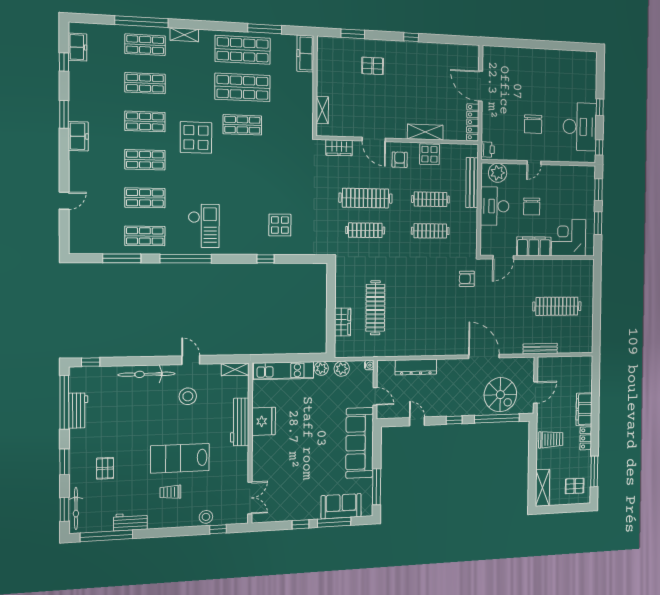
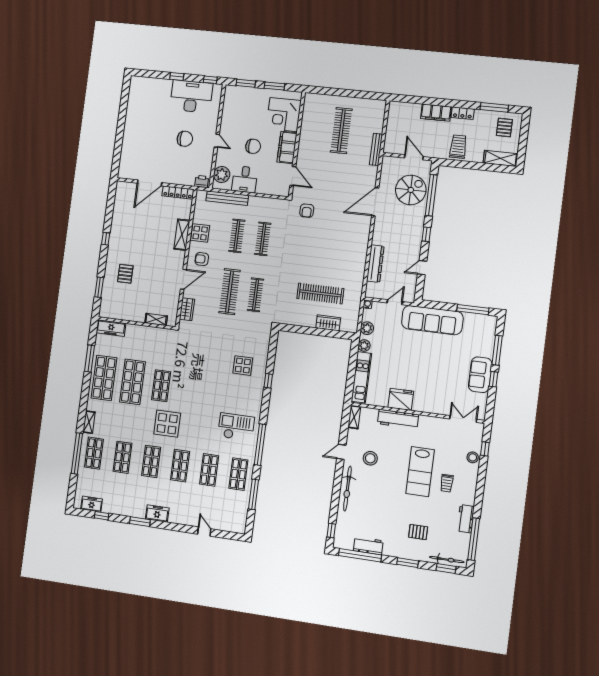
desk: (495, 206) -> (245, 179), width x0.73
sofa: (341, 506) -> (480, 375), moved

